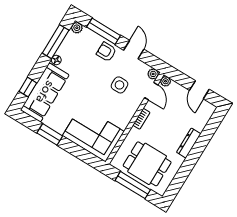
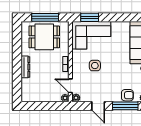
armchair: (106, 52) -> (127, 95), moved
side table: (119, 85) -> (95, 66), moved
door: (199, 90) -> (40, 106), removed
window: (50, 134) -> (90, 17), moved

